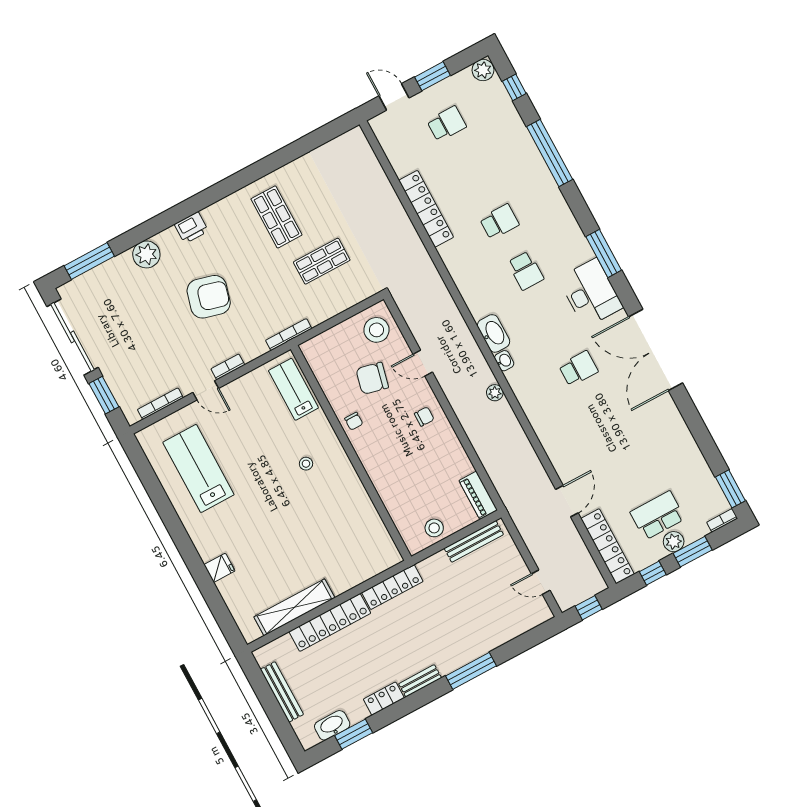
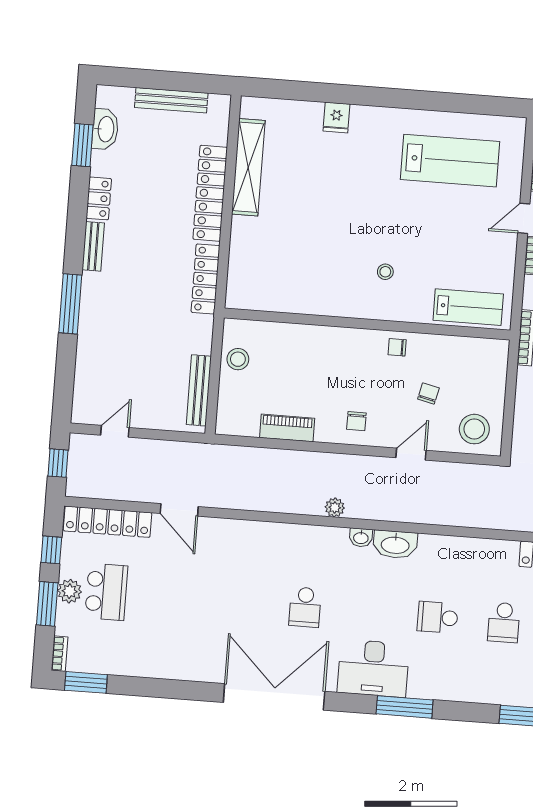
chair: (372, 378) -> (428, 393), width x0.54, depth x0.54
piano: (478, 495) -> (287, 428), moved

